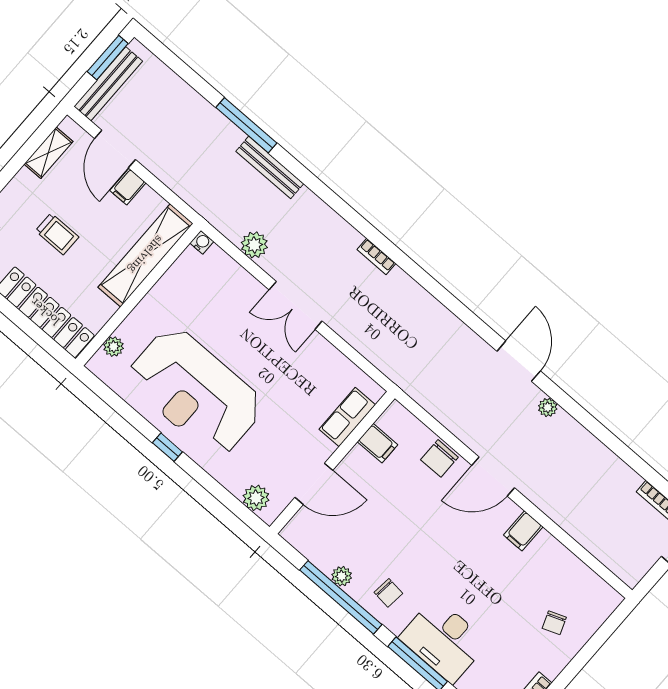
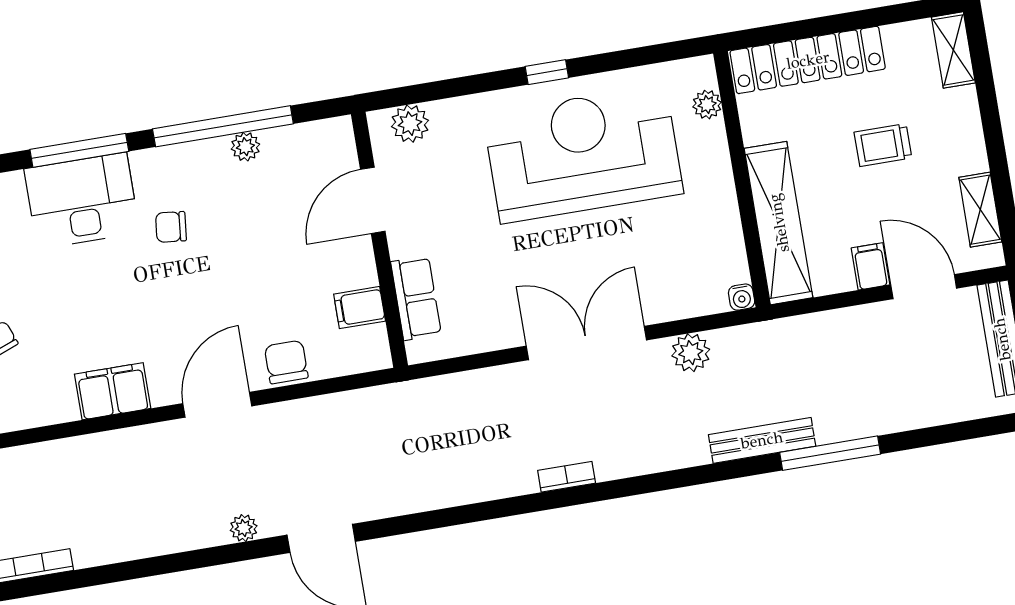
double door: (296, 305) -> (586, 343), width x1.37
filing cabinet: (523, 531) -> (113, 391), width x2.00
chair: (388, 593) -> (171, 227), moved

